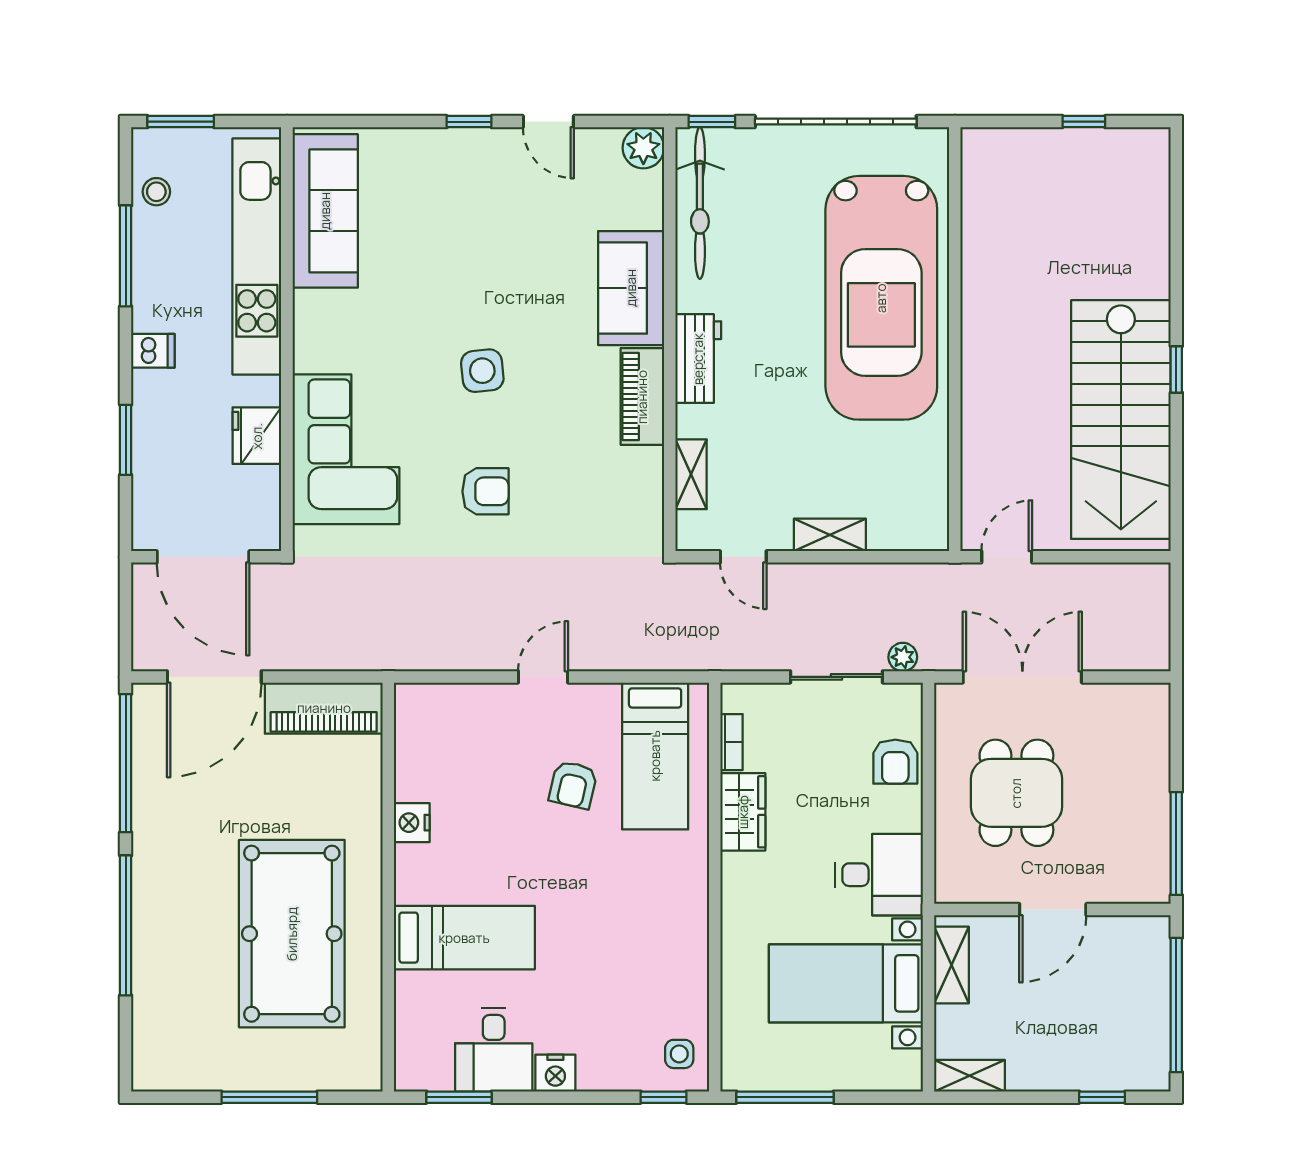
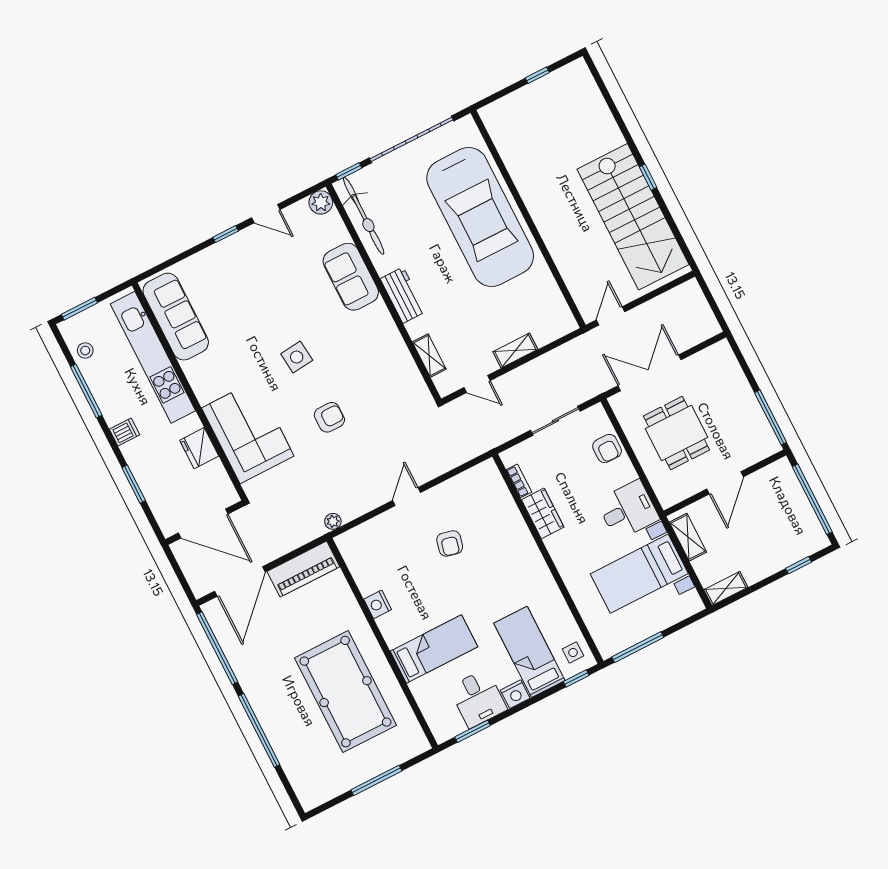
piano: (642, 397) -> (384, 329), removed
plant: (903, 657) -> (333, 521), moved
bed: (655, 756) -> (529, 652), moved, turned 180

